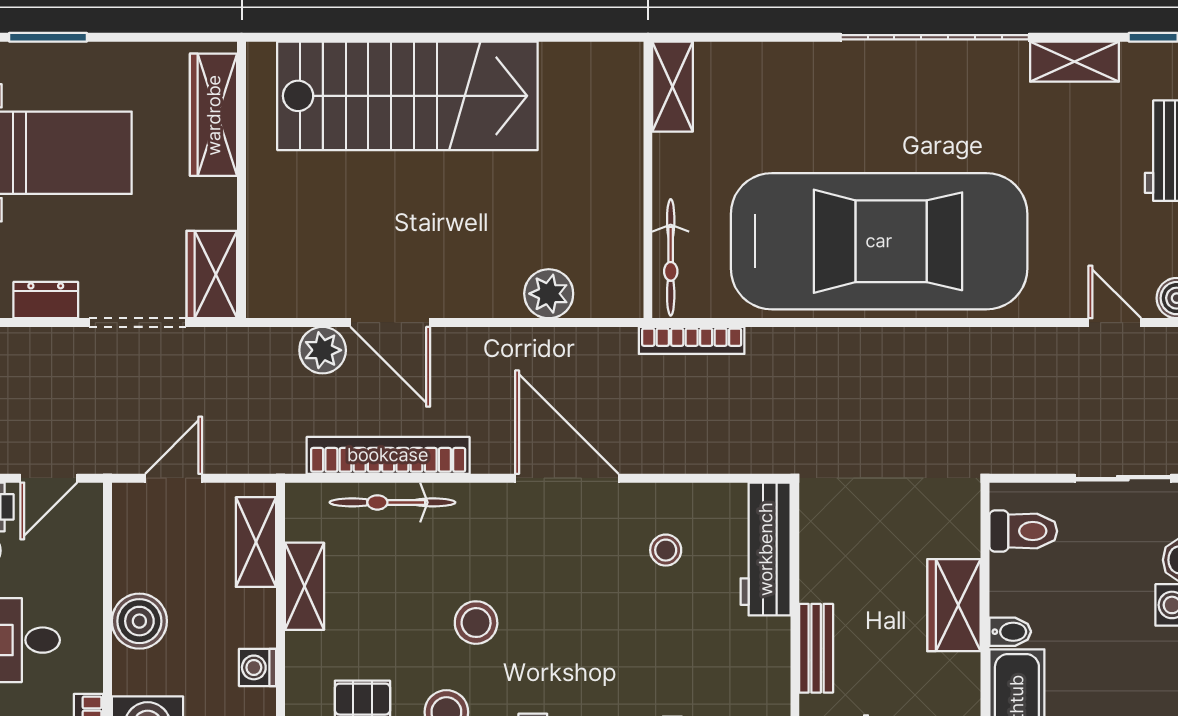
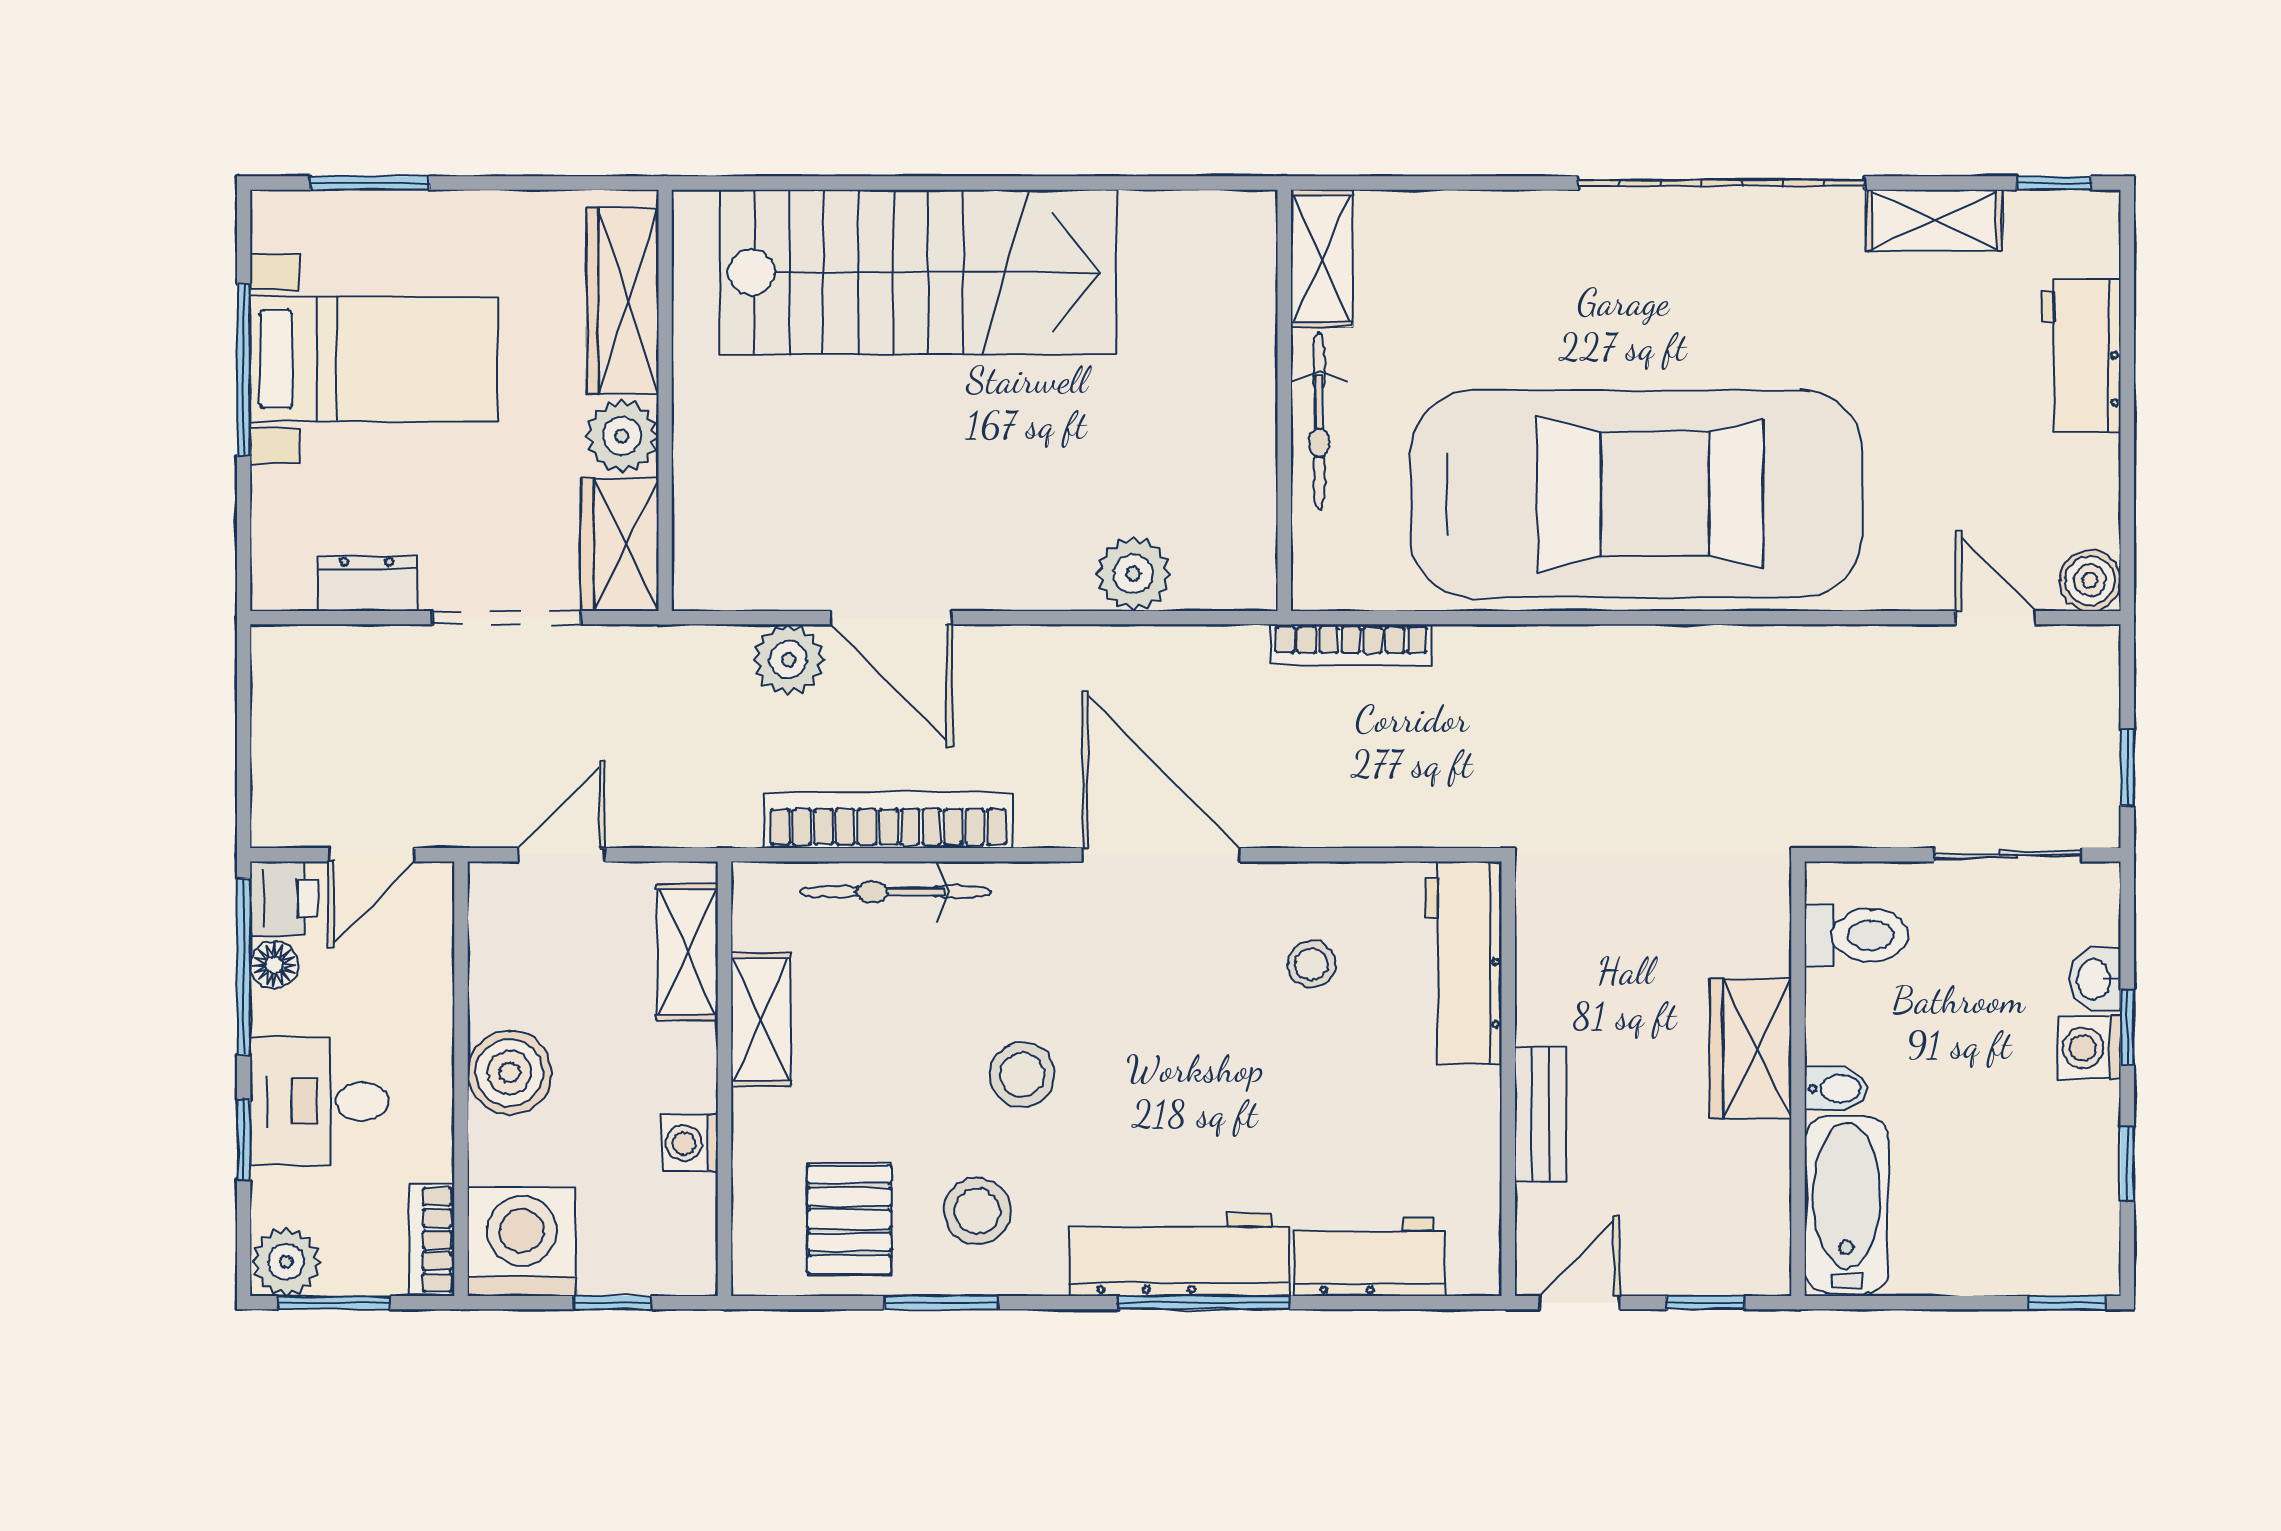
plant: (213, 203) -> (622, 436), added
bicycle: (671, 257) -> (1319, 421), moved

